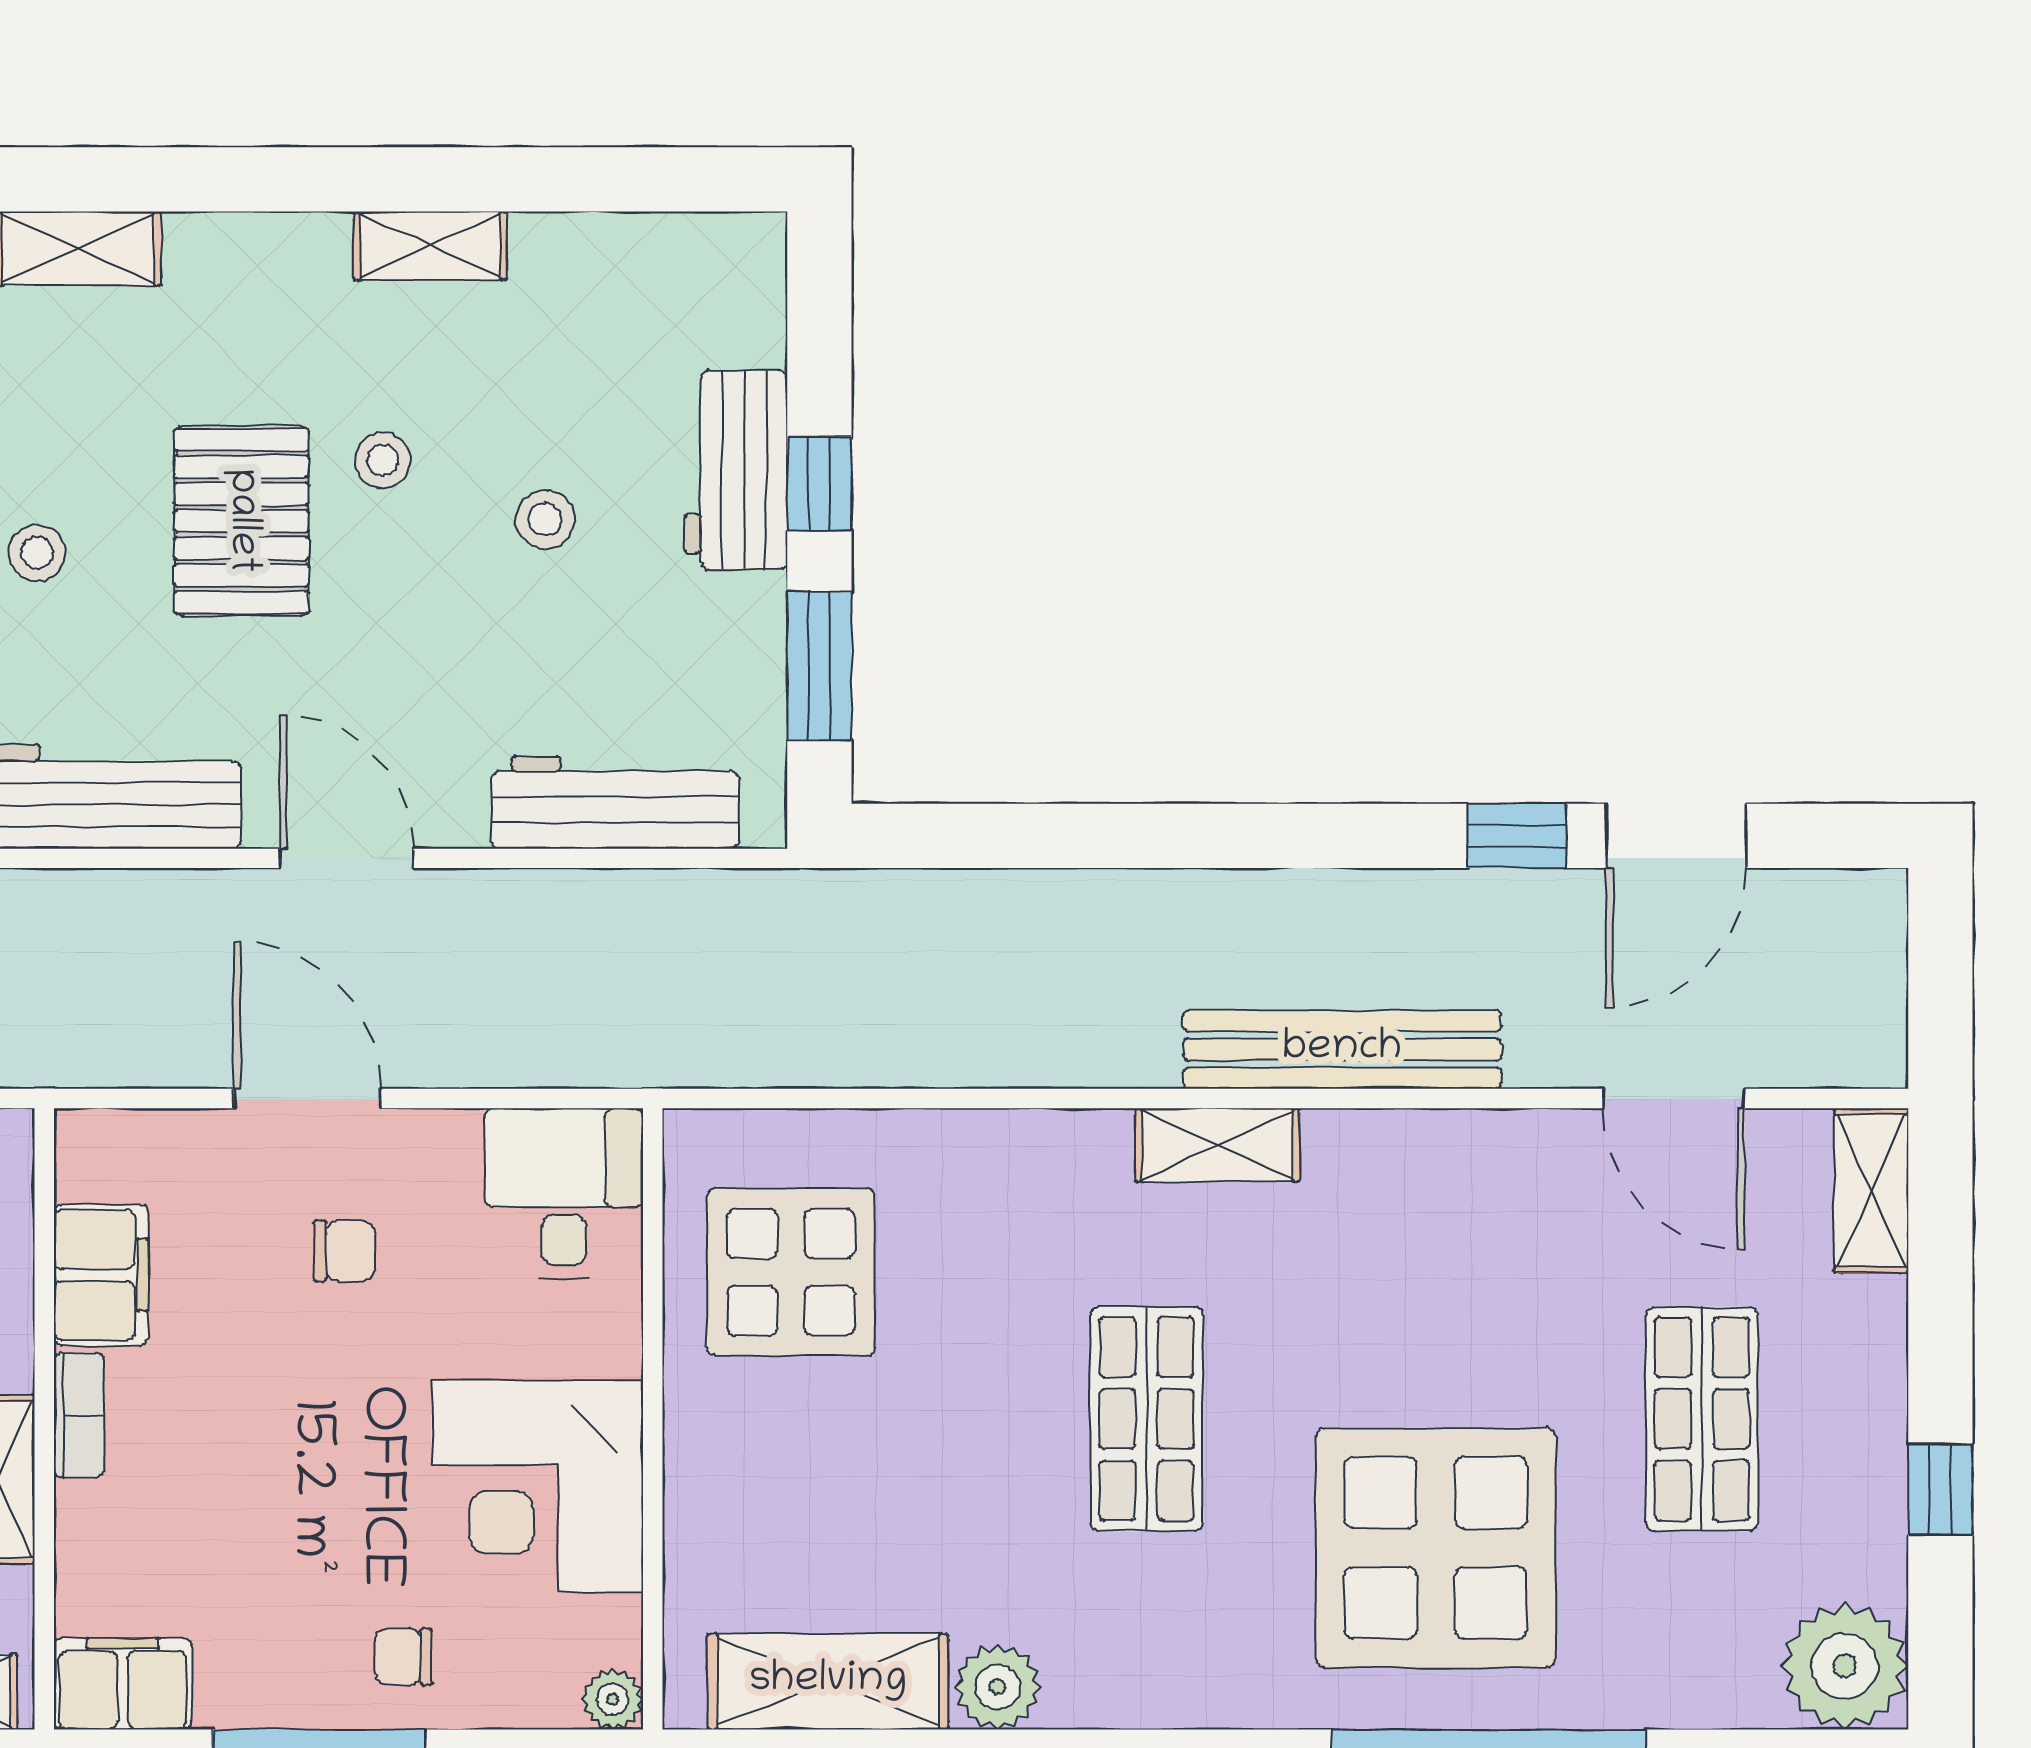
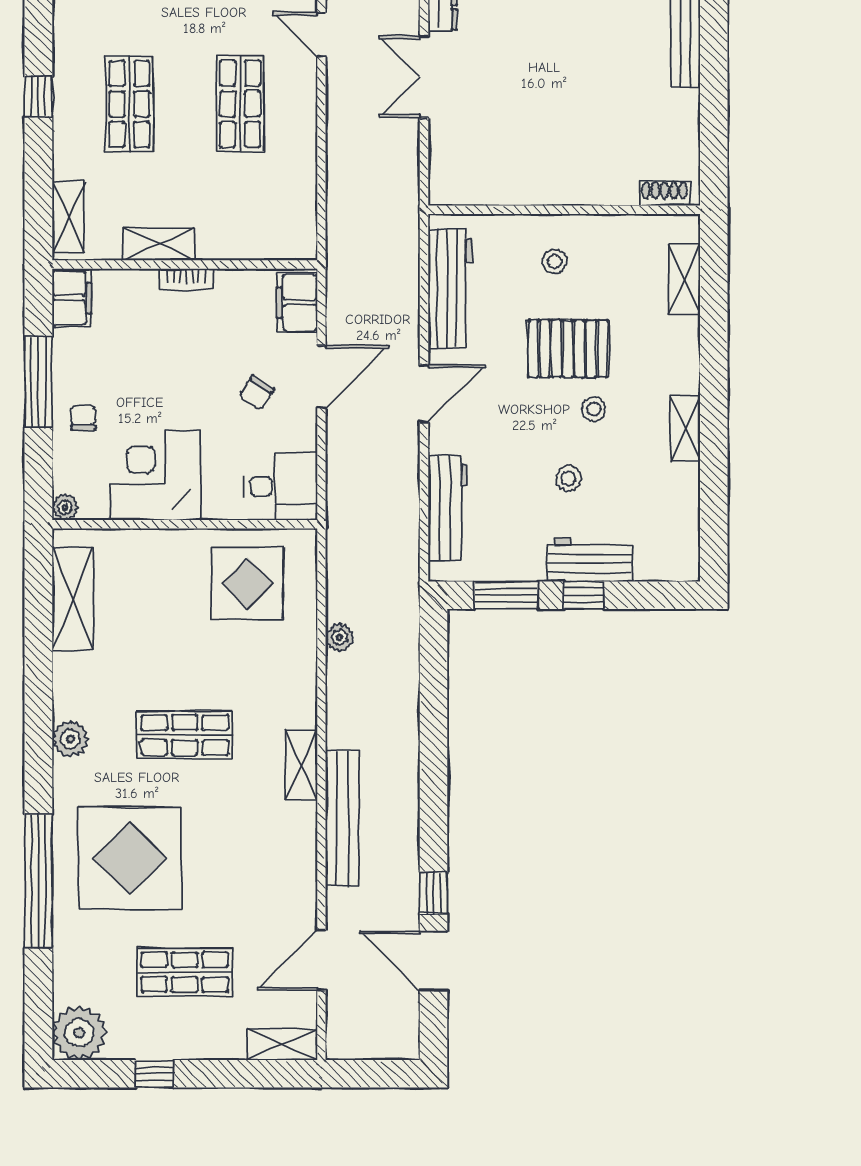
plant: (918, 1056) -> (340, 637), added
chair: (345, 1251) -> (256, 393), turned 33
filing cabinet: (101, 1275) -> (297, 302), moved, turned 90
plant: (998, 1687) -> (70, 739), moved

